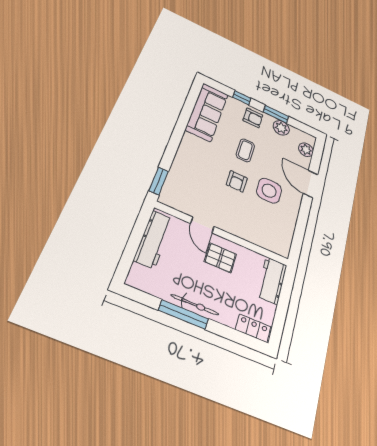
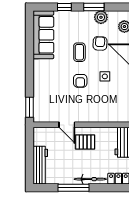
armchair: (253, 118) -> (100, 43), moved, turned -87
side table: (269, 191) -> (105, 76), width x0.54, depth x0.54
workbench: (154, 239) -> (40, 165), moved
bicycle: (195, 305) -> (90, 179), moved

